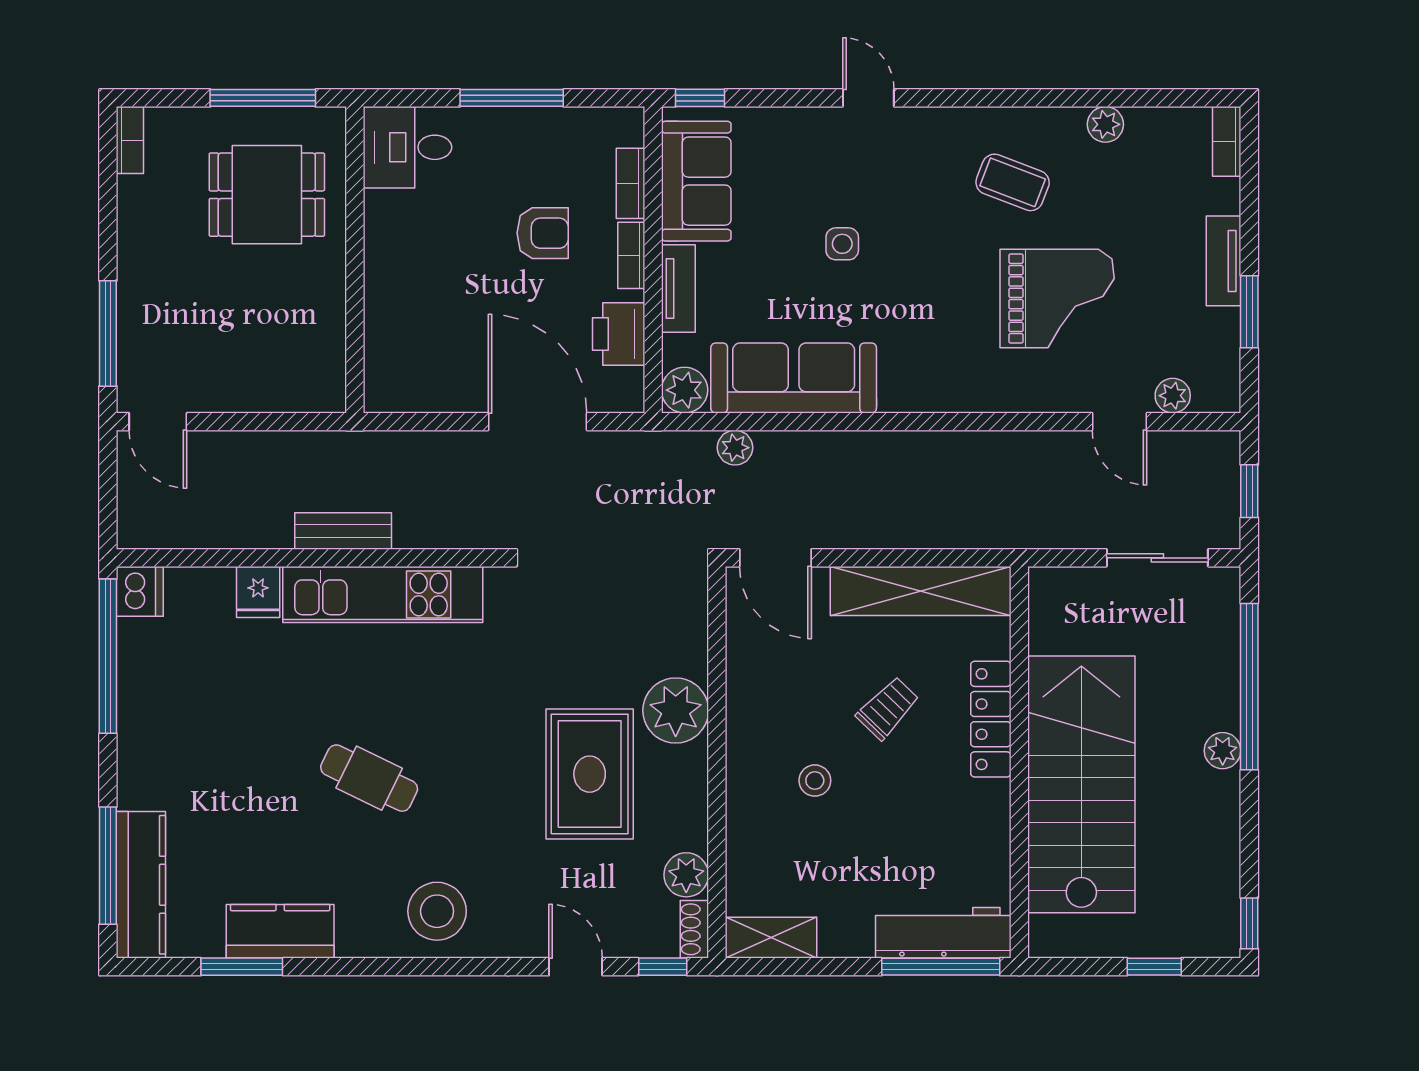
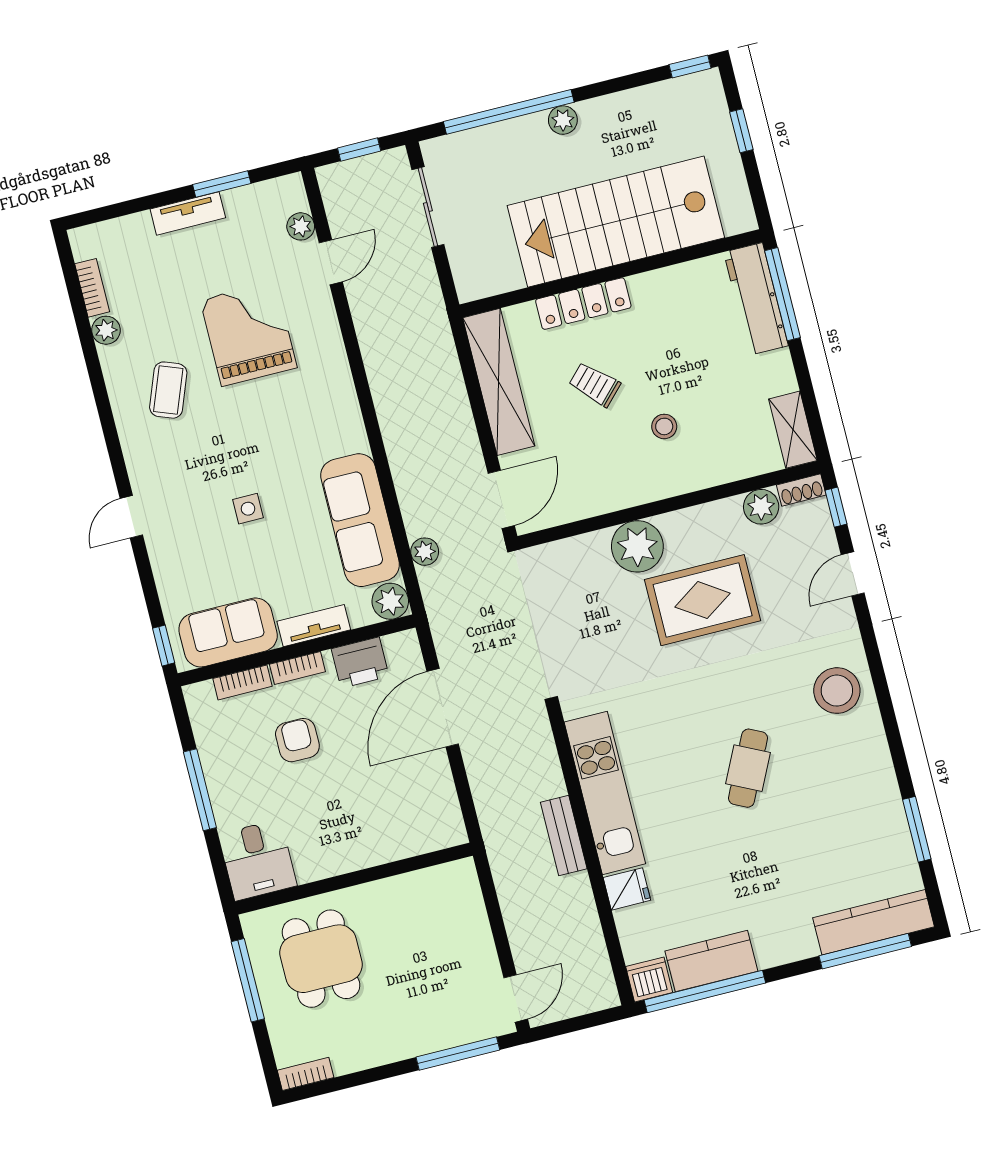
bookcase: (1227, 141) -> (92, 288), moved, turned -90
kitchen counter: (280, 931) -> (711, 961), moved, turned 90

